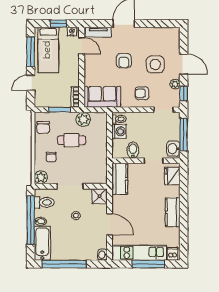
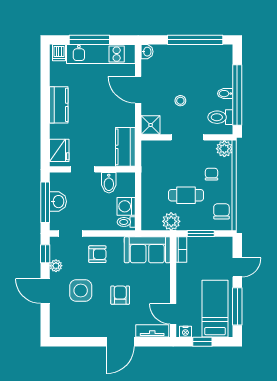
washbasin: (173, 149) -> (58, 202), moved
bathtub: (42, 243) -> (223, 66), removed

